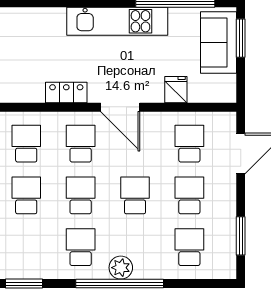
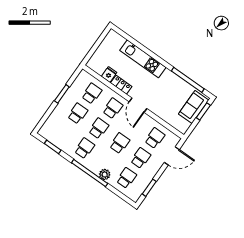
kitchen unit: (117, 21) -> (143, 59), moved
fridge: (176, 90) -> (109, 75), moved
plant: (121, 268) -> (105, 174), moved

